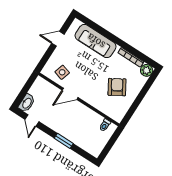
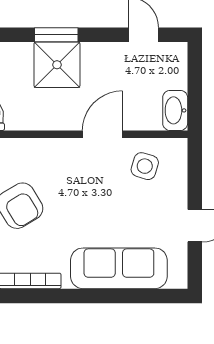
washbasin: (27, 103) -> (175, 110), moved
shower: (70, 130) -> (57, 65), added

